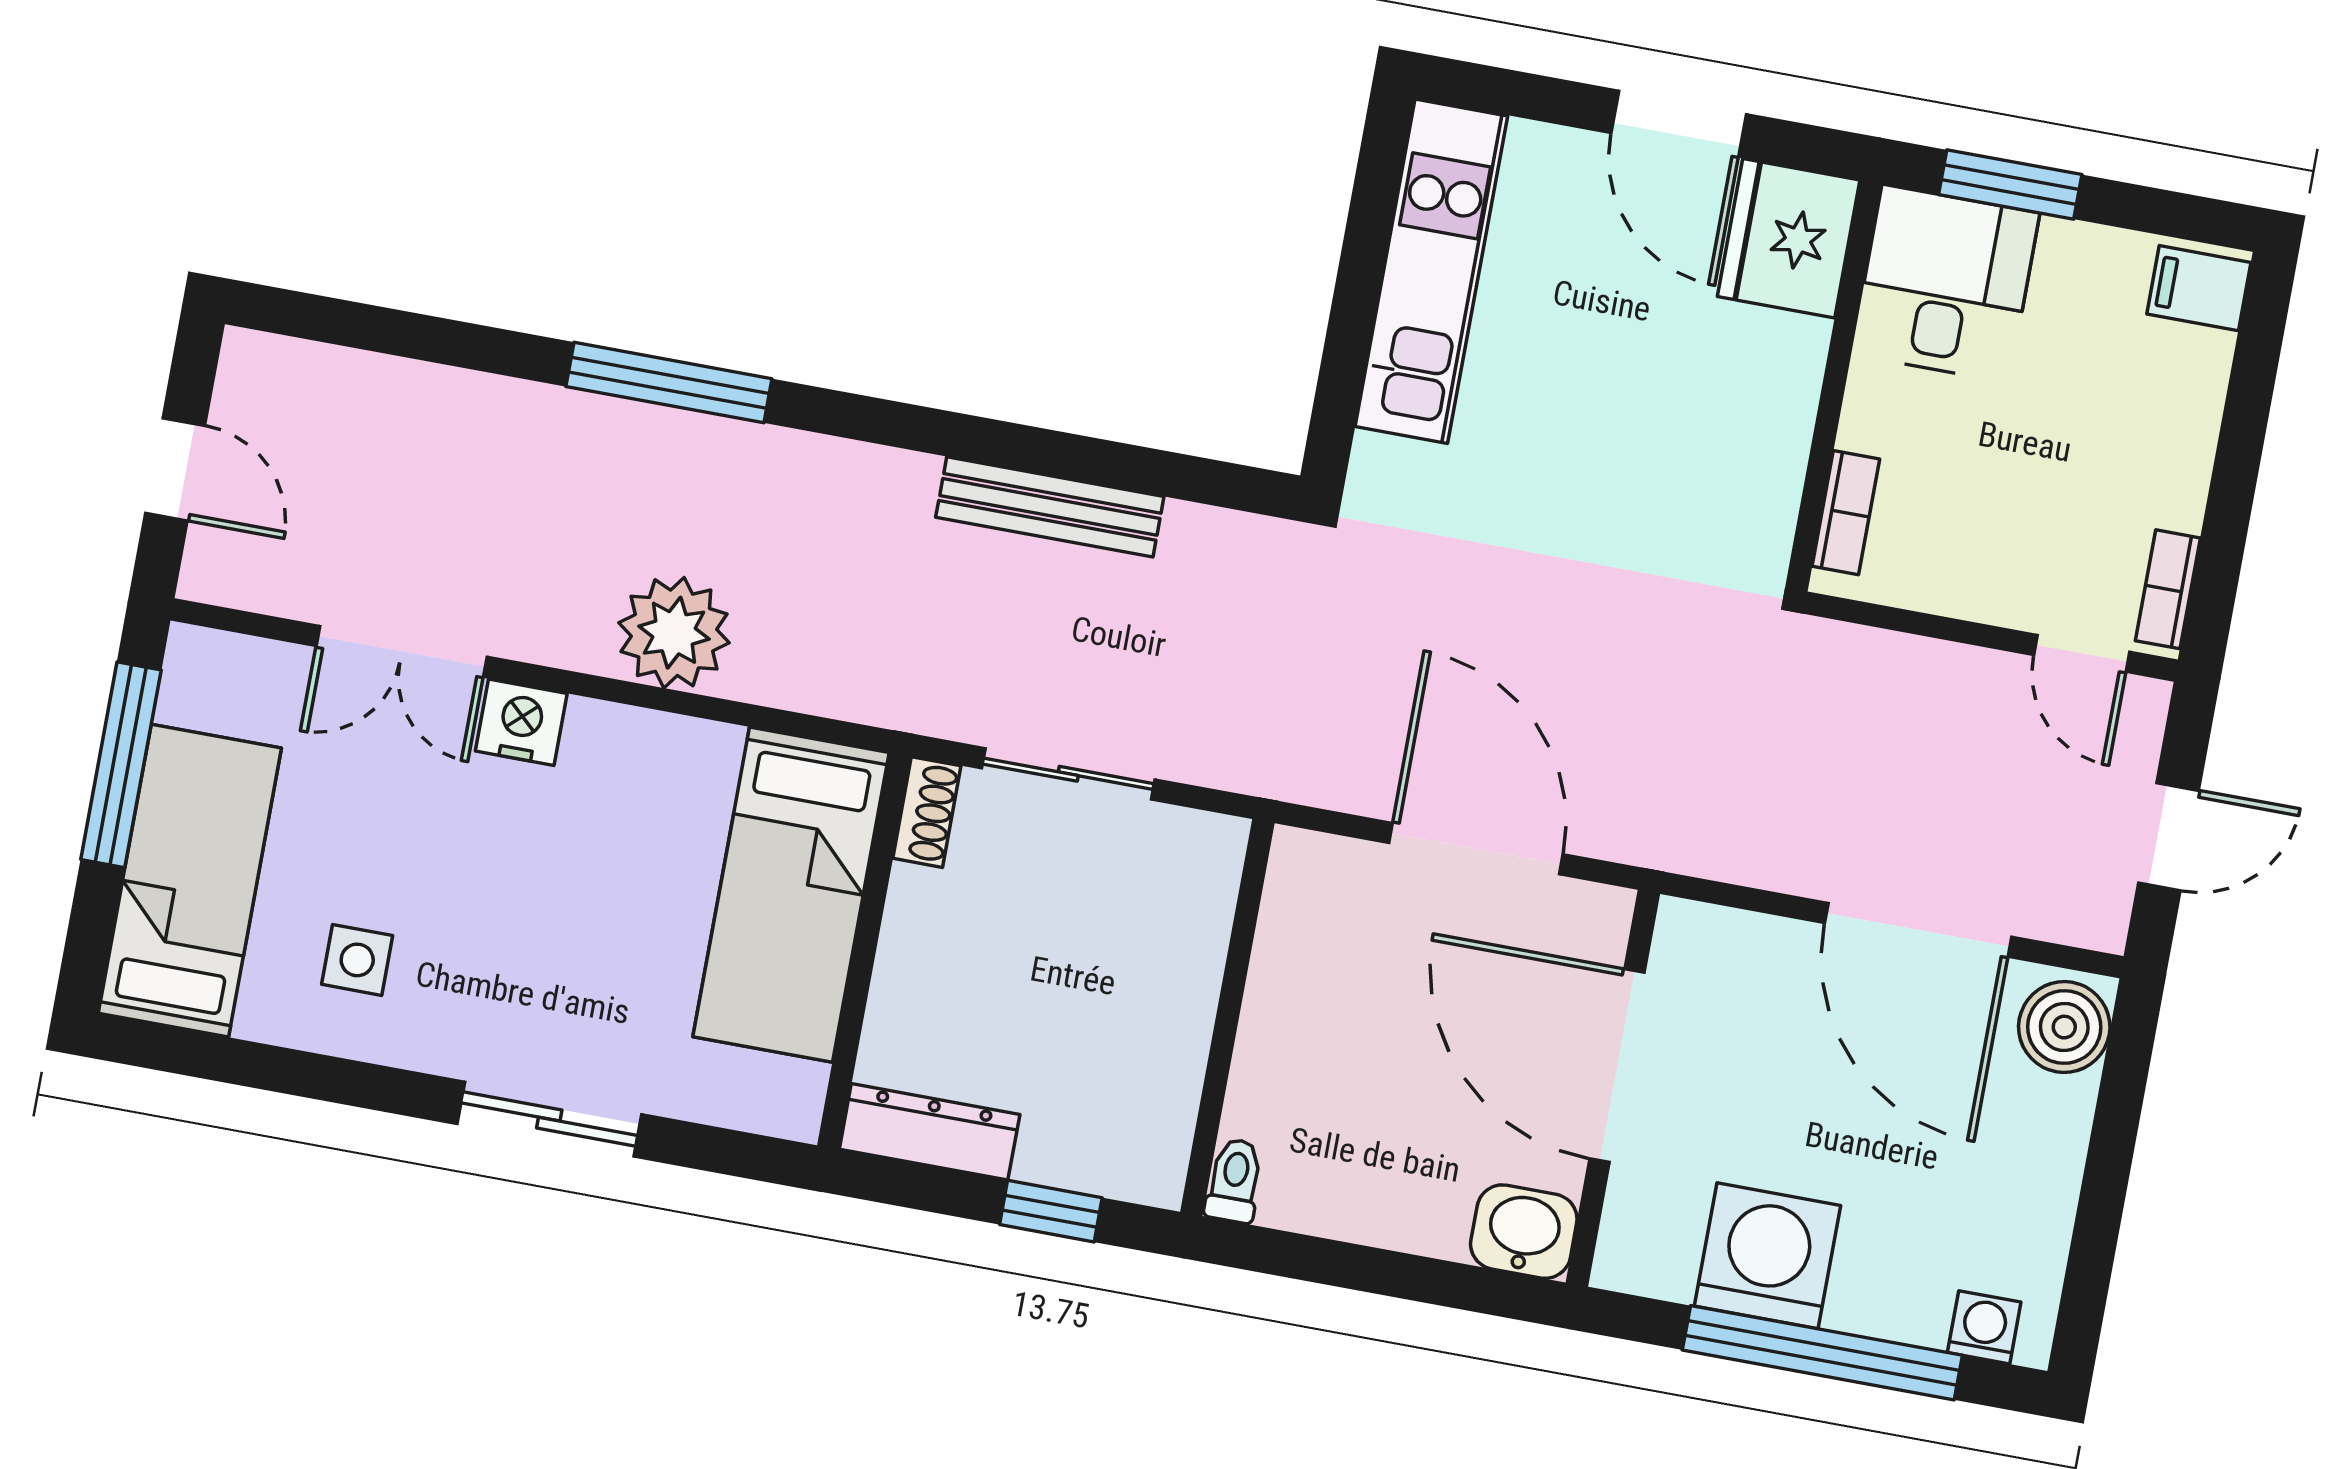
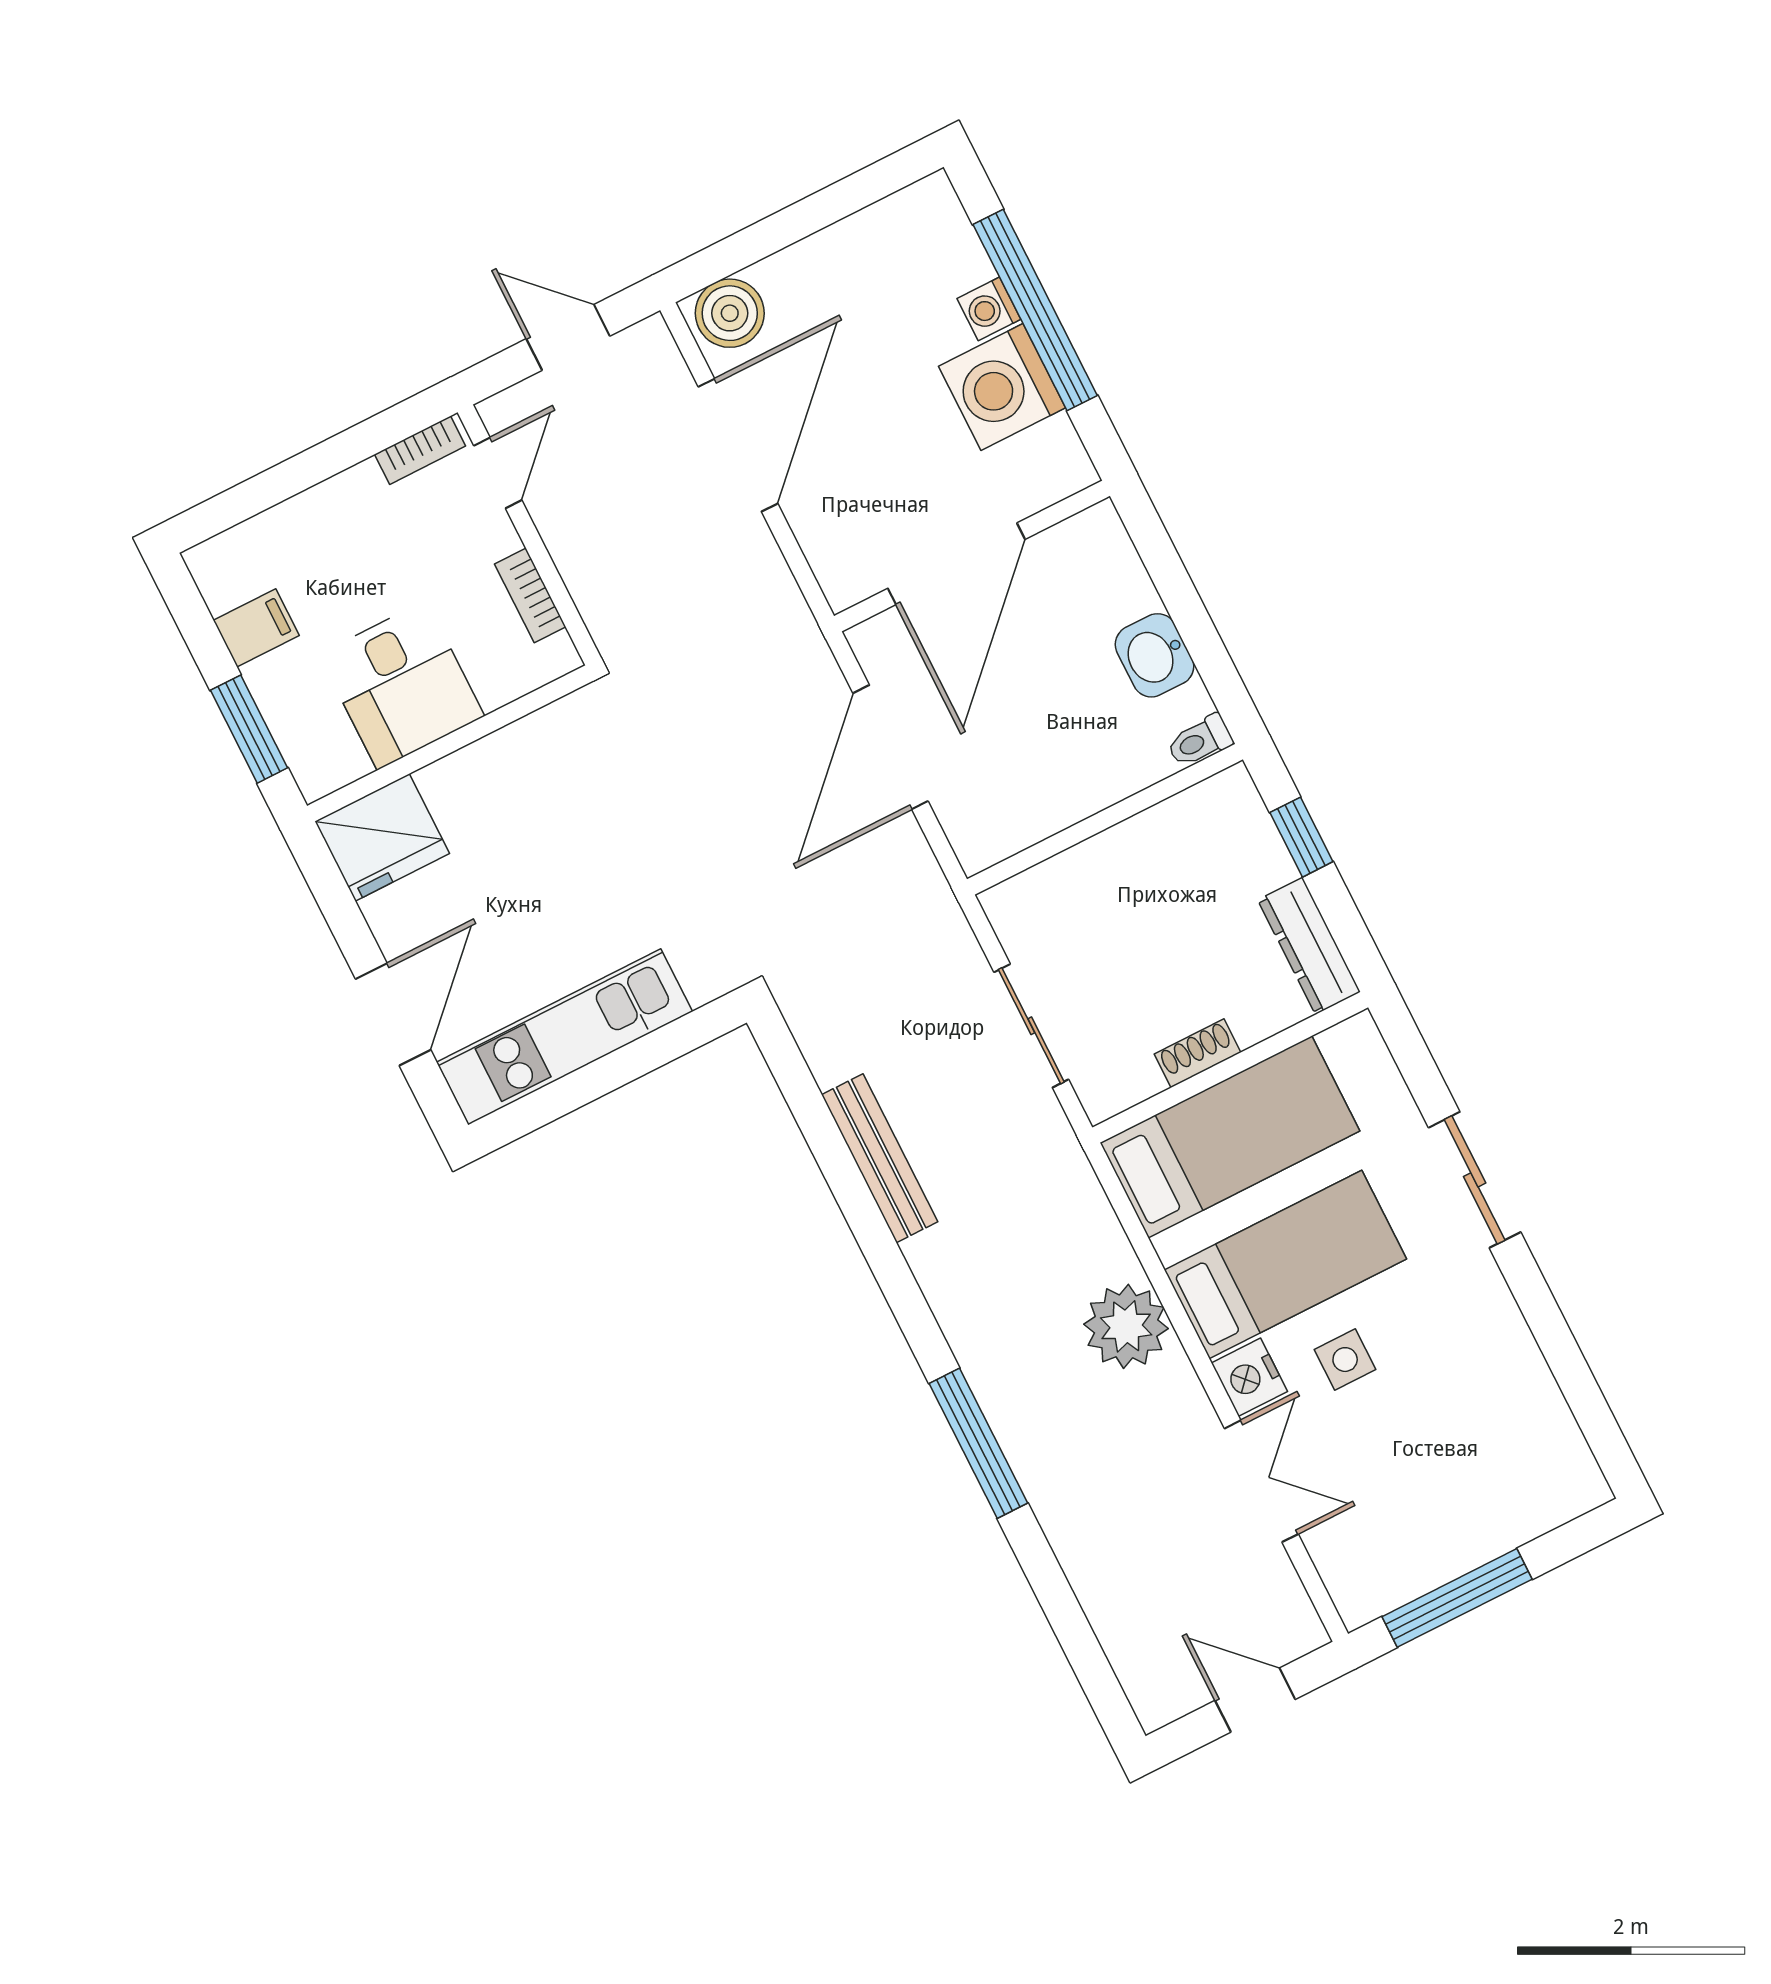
door: (1679, 124) -> (393, 1014), moved
desk: (1945, 283) -> (402, 685), moved, turned -90
filing cabinet: (2199, 288) -> (256, 628), moved, turned -90
door: (175, 469) -> (1255, 1700), hinge flipped
bookcase: (1846, 513) -> (530, 595), moved, turned -90
shoe rack: (927, 812) -> (1197, 1053), moved
bed: (190, 881) -> (1285, 1264), moved, turned 180
side table: (357, 960) -> (1345, 1360), moved
washbasin: (1524, 1232) -> (1155, 655), moved
washing machine: (1984, 1327) -> (989, 309), moved

